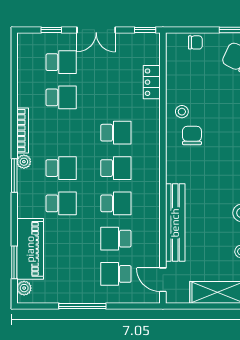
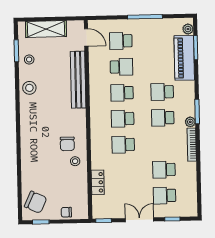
school desk: (116, 274) -> (121, 41), turned 180

